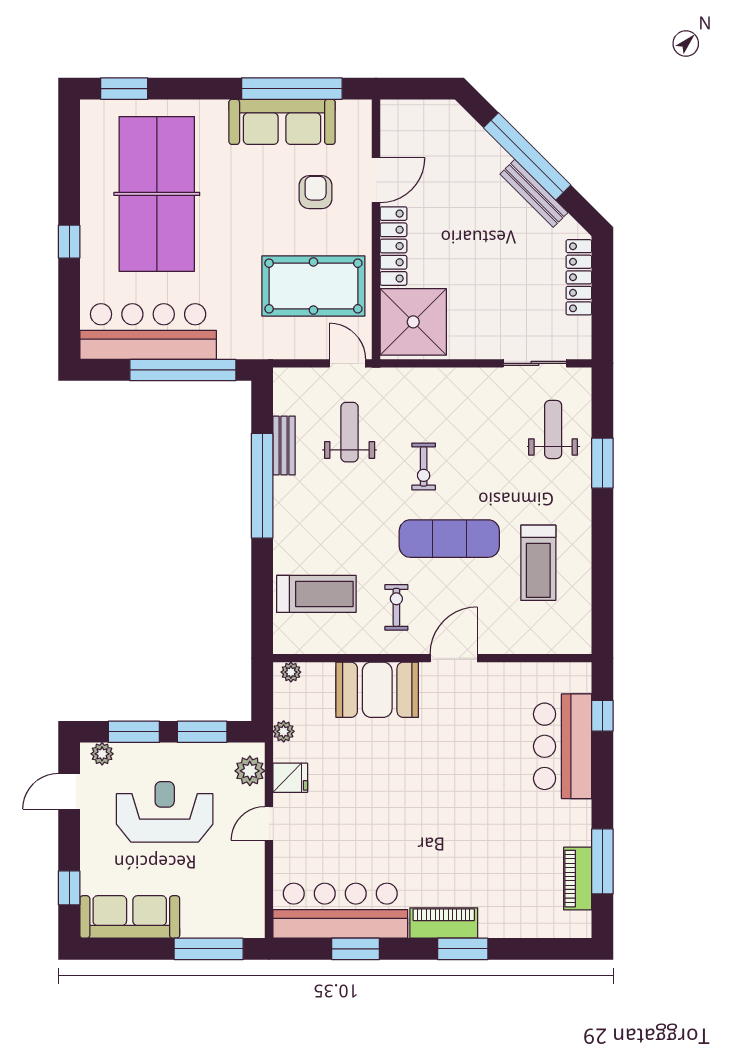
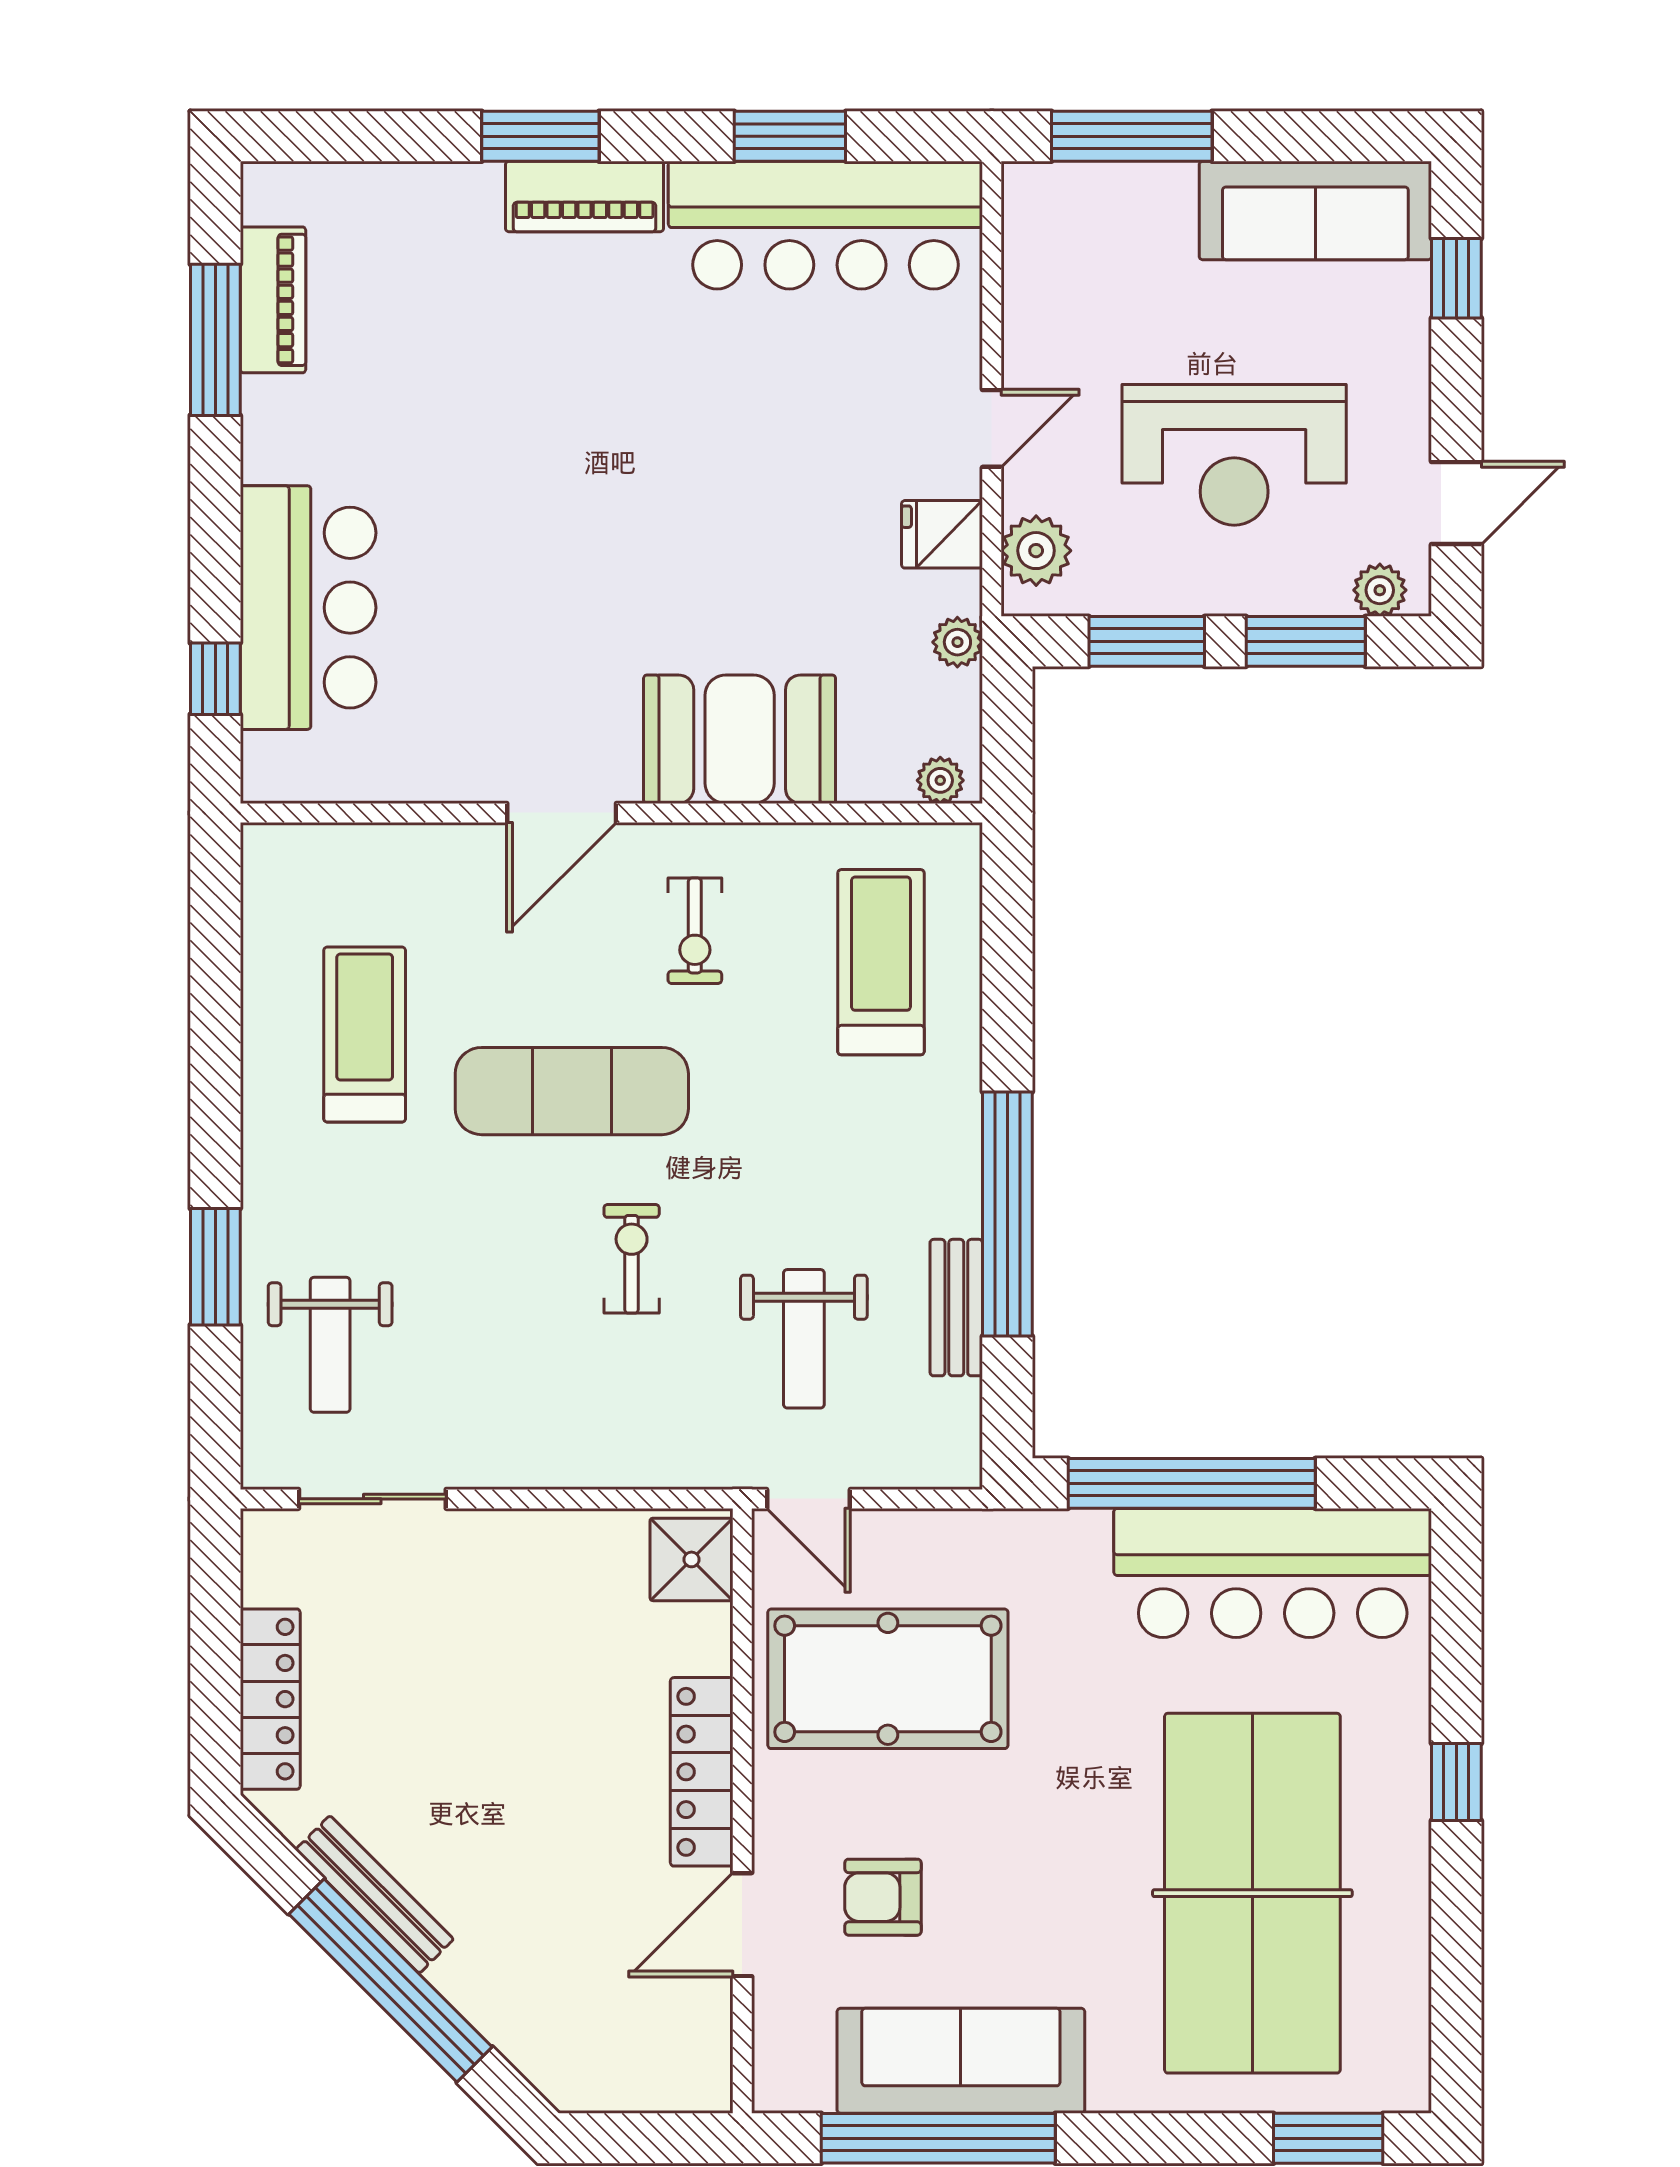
armchair: (316, 192) -> (883, 1897), turned 90
shower: (413, 322) -> (692, 1559), width x0.54, depth x0.54
treadmill: (316, 594) -> (881, 962), turned 90

